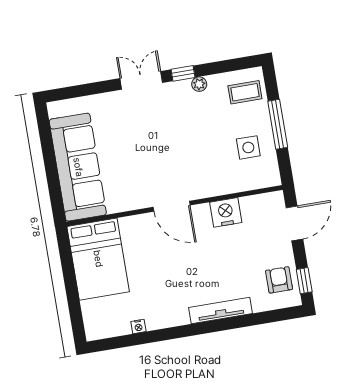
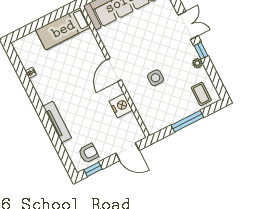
side table: (248, 147) -> (155, 78), moved
bed: (98, 259) -> (63, 29), width x0.67

